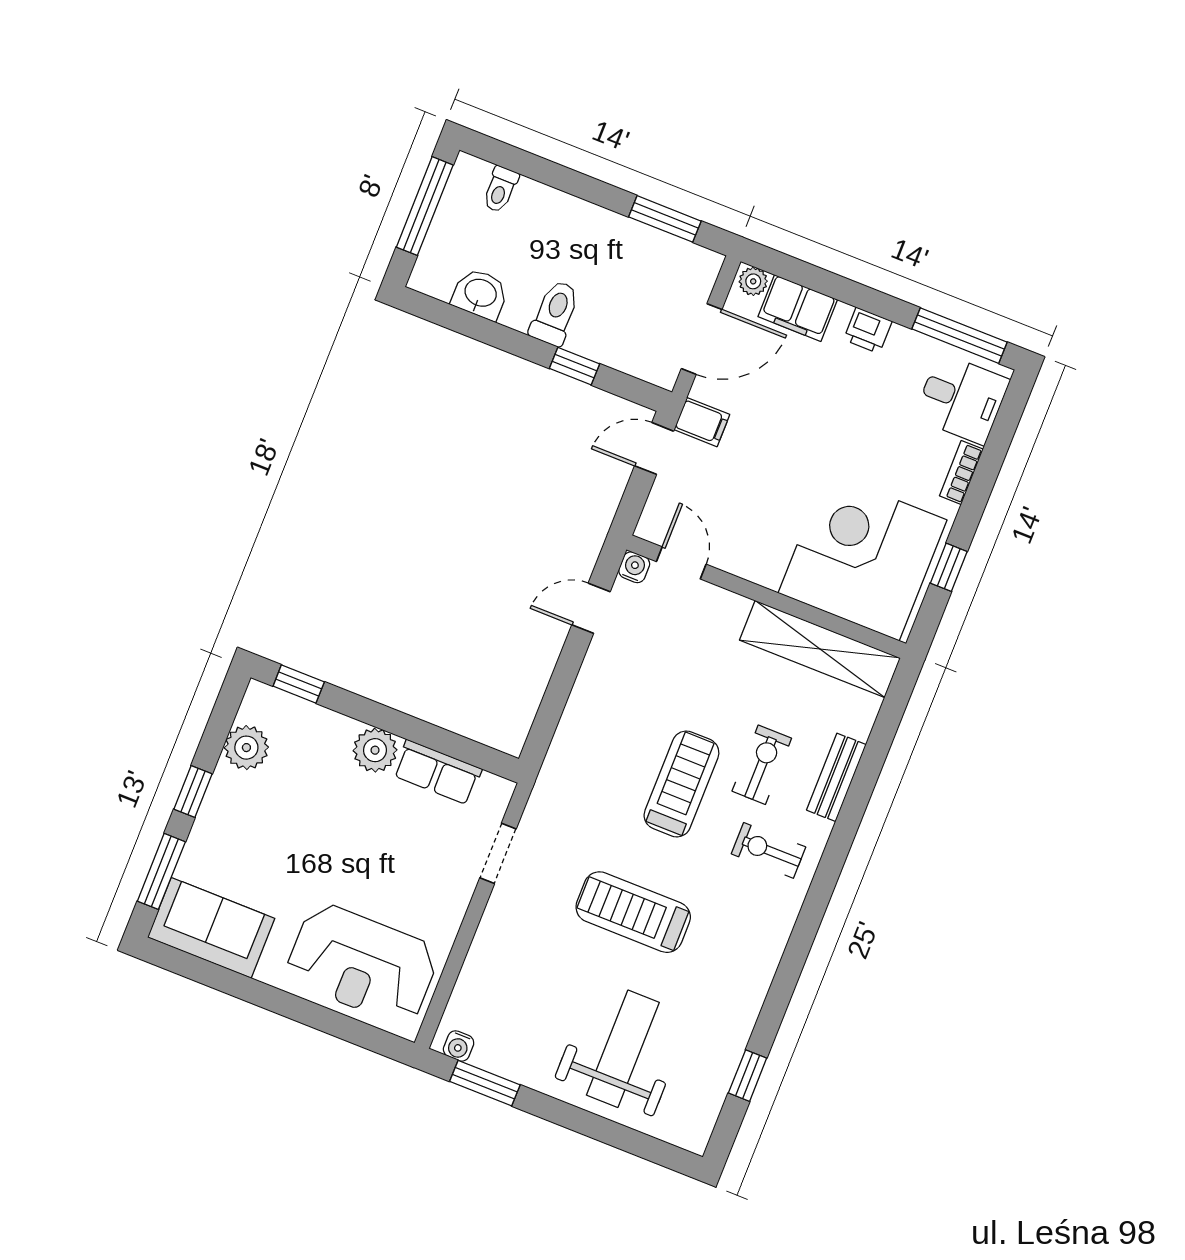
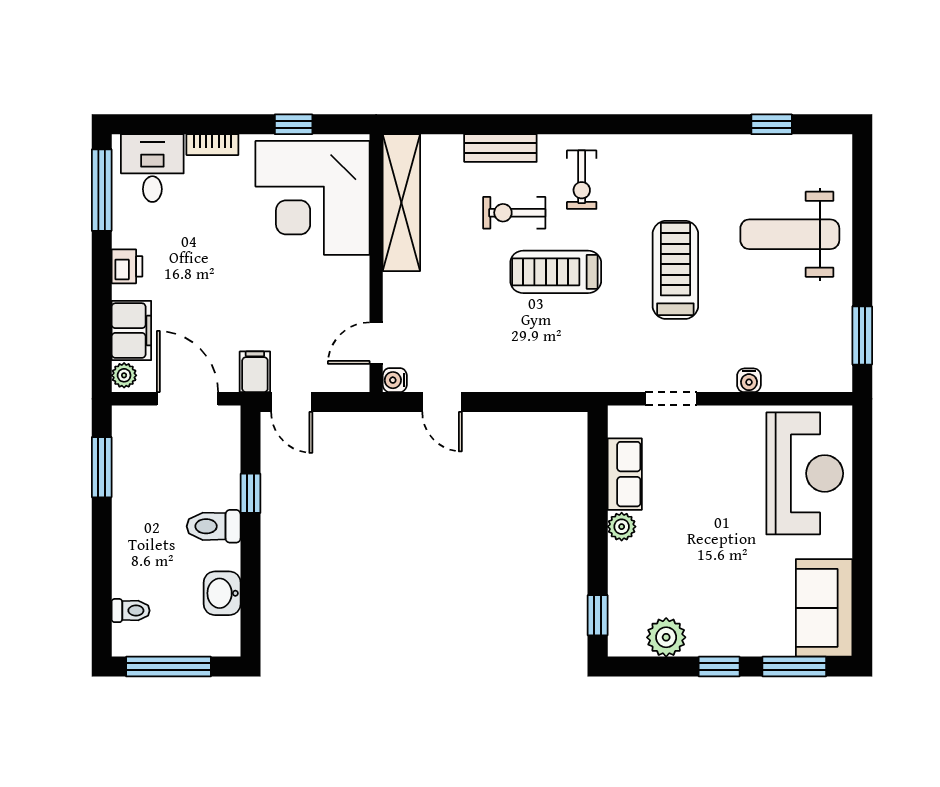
plant: (375, 750) -> (622, 527), width x0.73, depth x0.73
treadmill: (633, 912) -> (675, 270), turned 180
water cooler: (459, 1046) -> (749, 380), moved, turned 90

